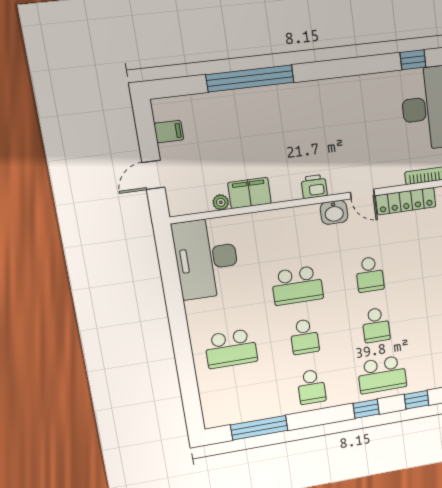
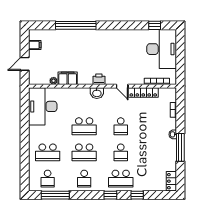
washbasin: (334, 212) -> (97, 93), moved
school desk: (304, 337) -> (84, 152), width x1.85
school desk: (239, 399) -> (48, 179), added

